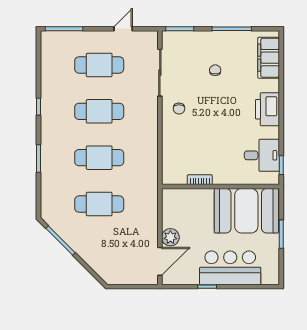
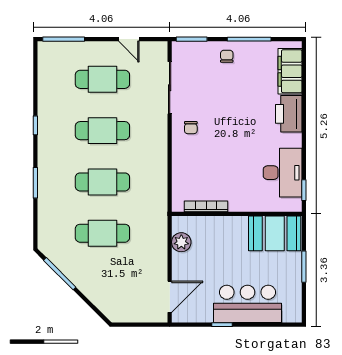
door: (123, 29) -> (129, 39), swing flipped
chair: (215, 70) -> (227, 56), moved
printer: (268, 109) -> (289, 114), moved
desk: (262, 155) -> (283, 173), width x1.37
bookcase: (200, 180) -> (206, 206), width x1.56
booth: (246, 211) -> (275, 233), width x0.73, depth x0.70
plant: (170, 237) -> (181, 242), moved

